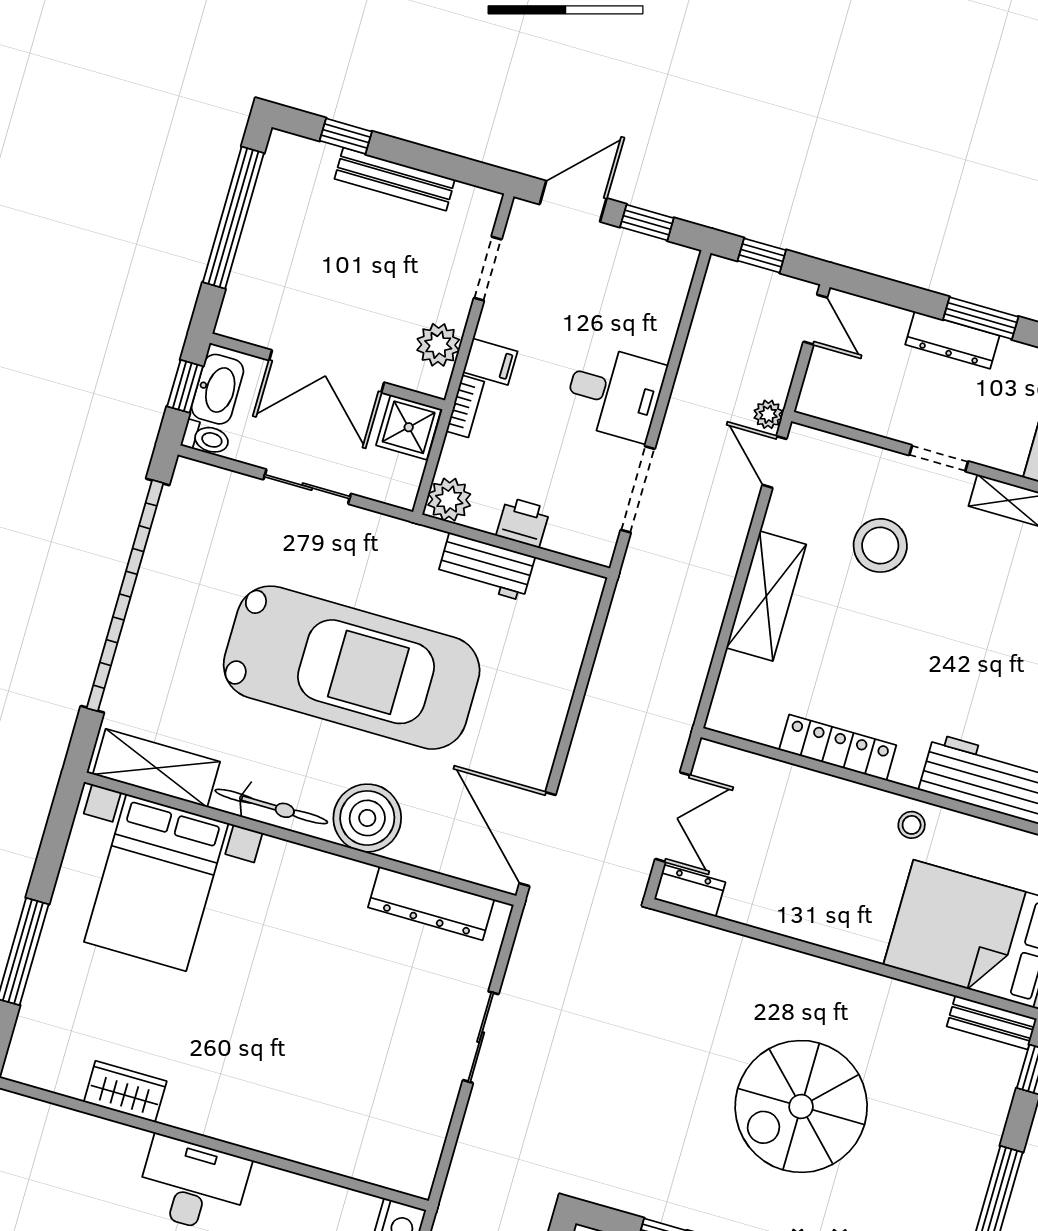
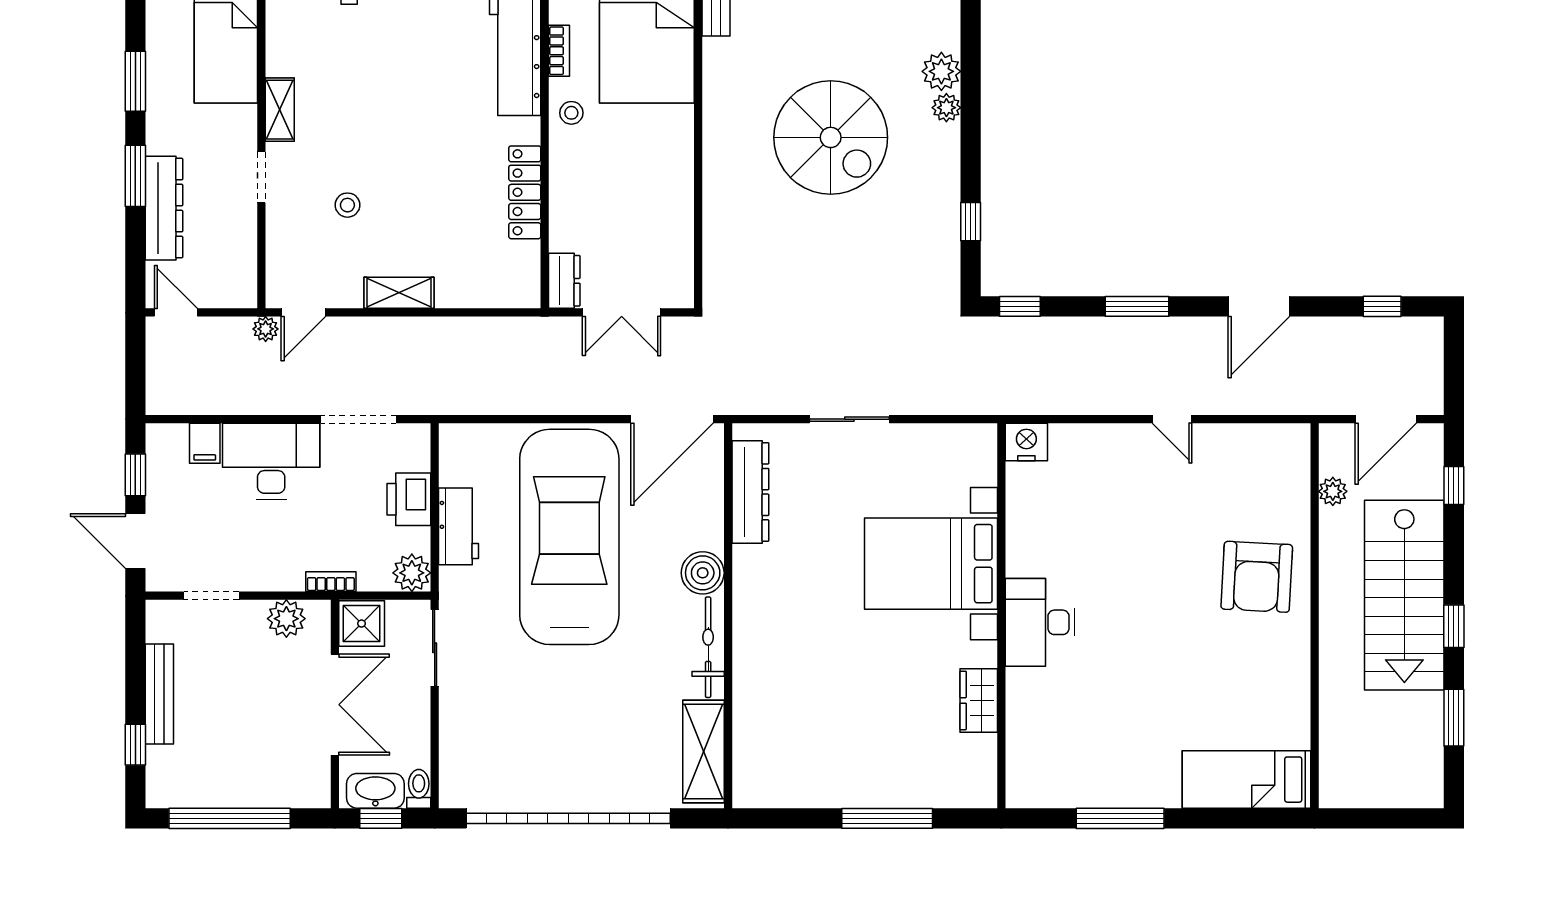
window: (762, 255) -> (135, 372), removed
door: (815, 320) -> (176, 312), hinge flipped
dresser: (952, 340) -> (164, 208), width x1.37, depth x1.24
filing cabinet: (490, 362) -> (205, 443), moved, turned 180
desk: (614, 393) -> (271, 461), width x1.37
sliding door: (307, 487) -> (435, 648), moved
printer: (523, 522) -> (409, 499), width x1.36, depth x1.24
stool: (880, 545) -> (347, 205), width x0.53, depth x0.53
shelving: (766, 596) -> (399, 293), width x0.67, depth x0.75
car: (352, 668) -> (569, 537), moved
double door: (673, 817) -> (622, 312), swing flipped
boiler: (367, 818) -> (703, 573), width x0.73, depth x0.73
bookcase: (985, 831) -> (559, 51), added
bed with nightstands: (156, 883) -> (931, 564), moved, turned 180
dresser: (690, 891) -> (564, 281), moved, turned 180

